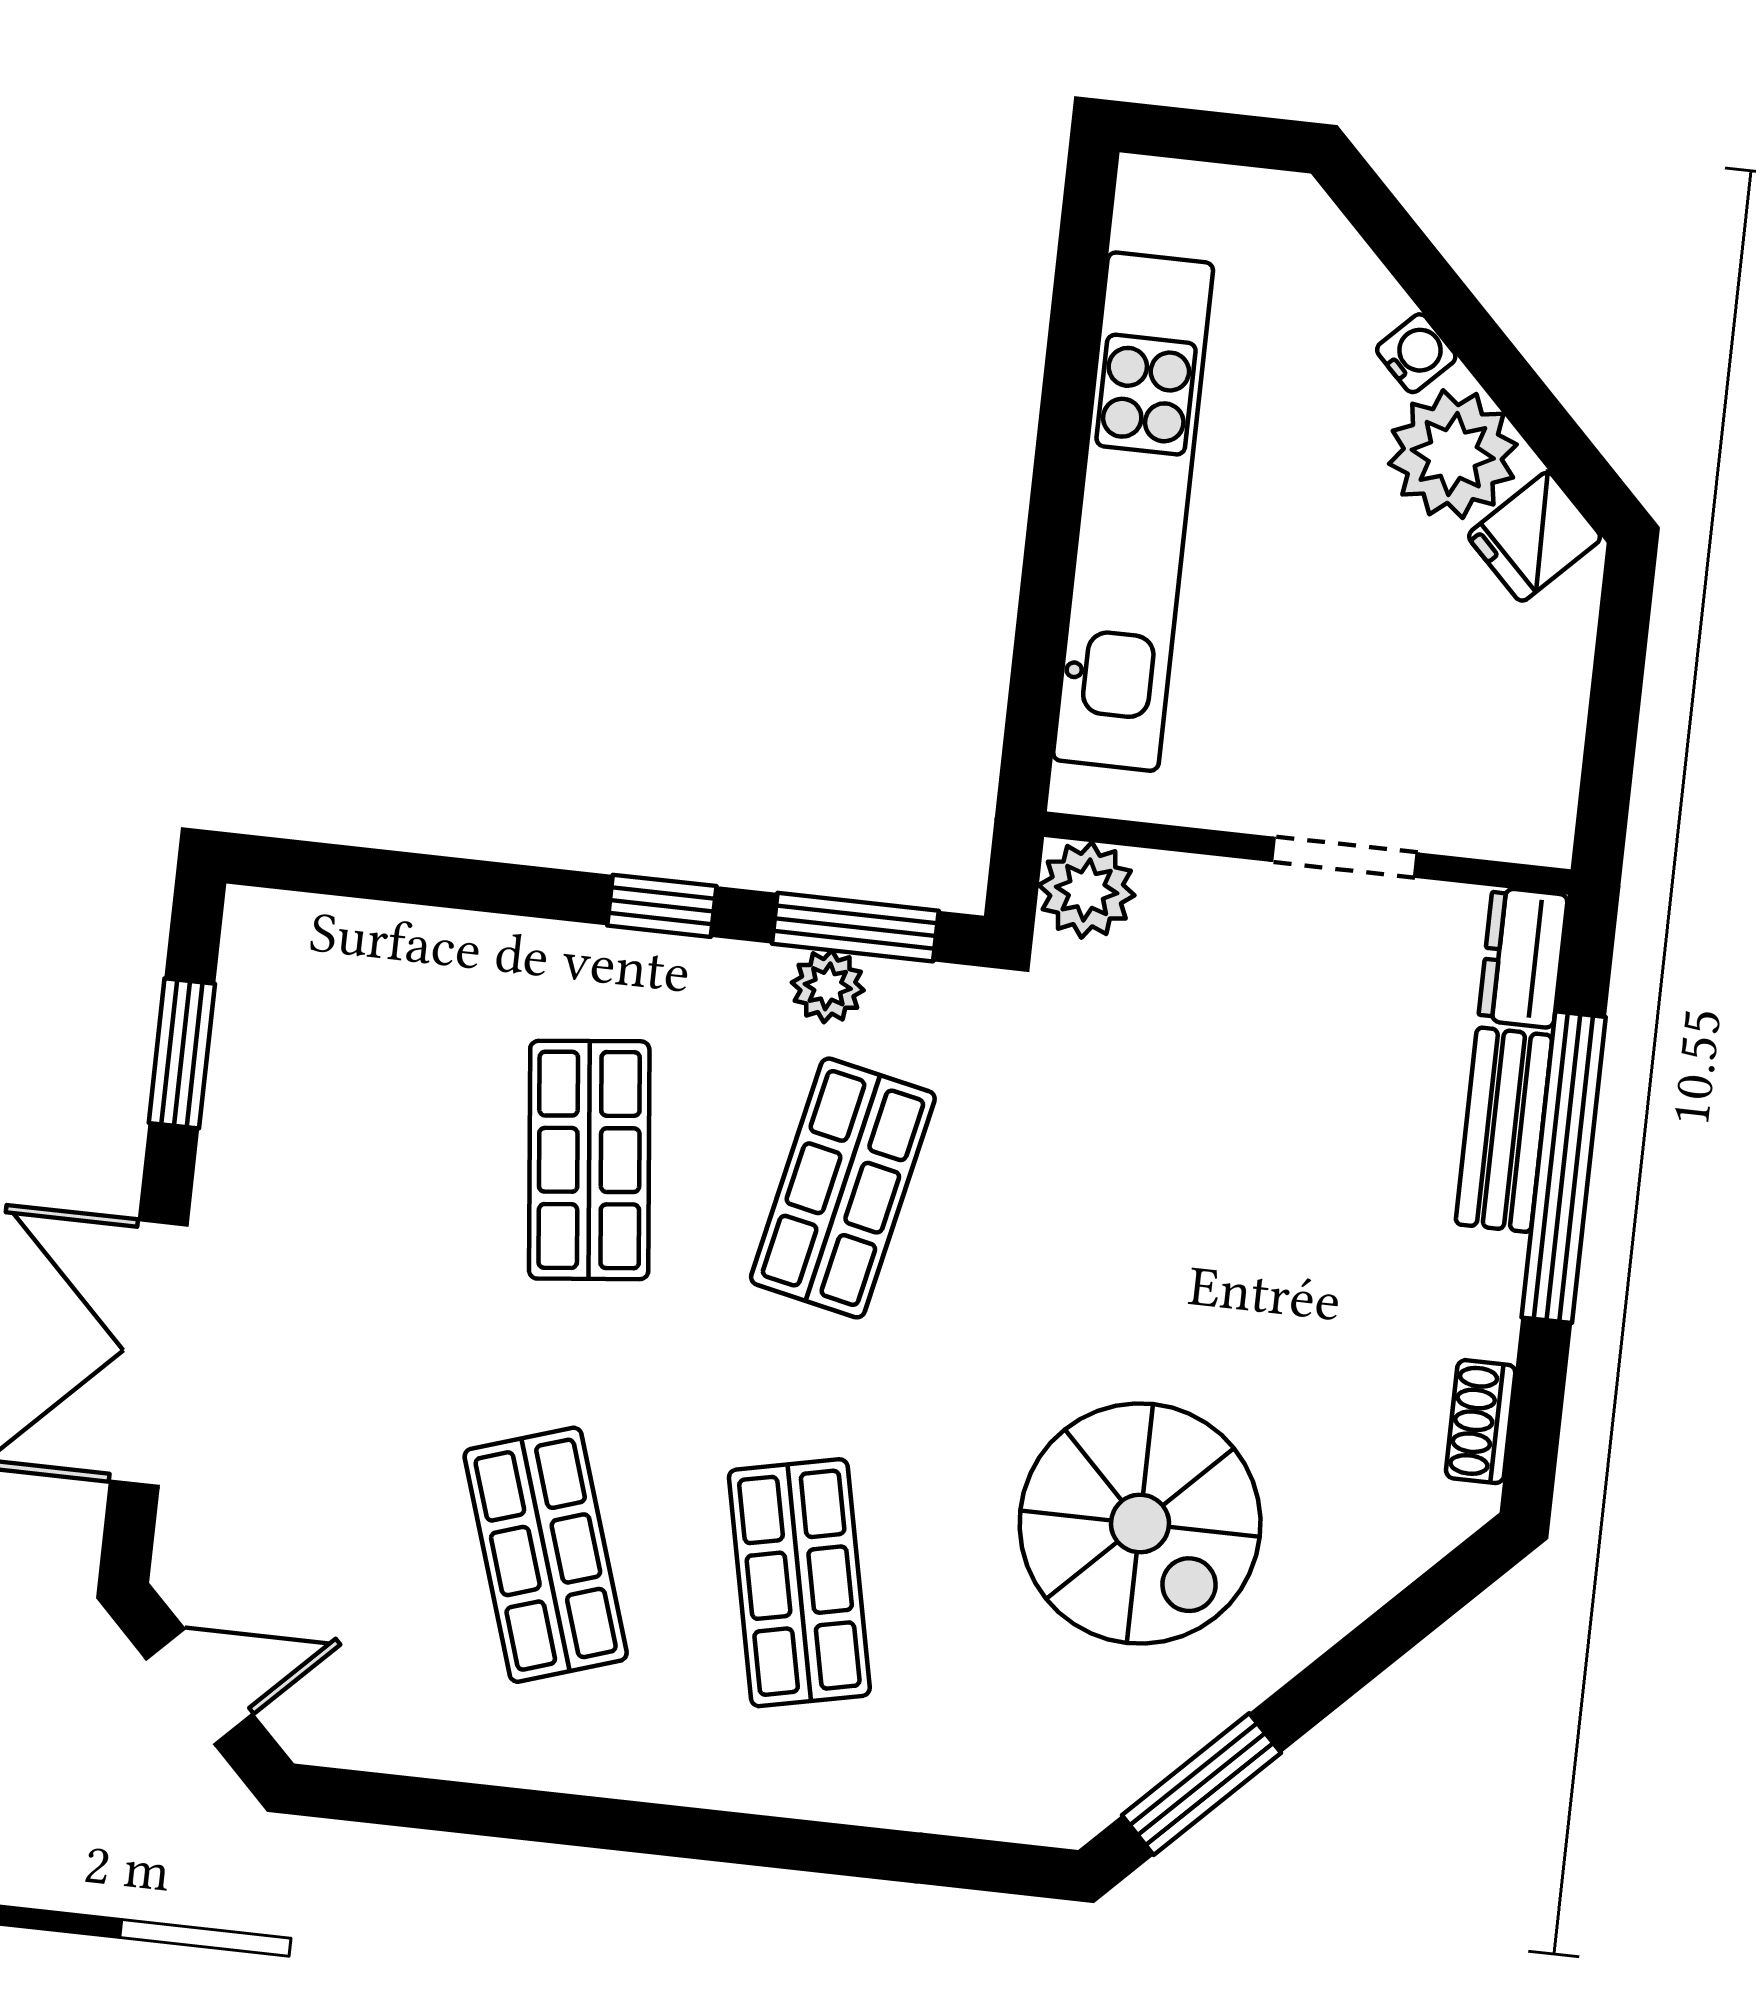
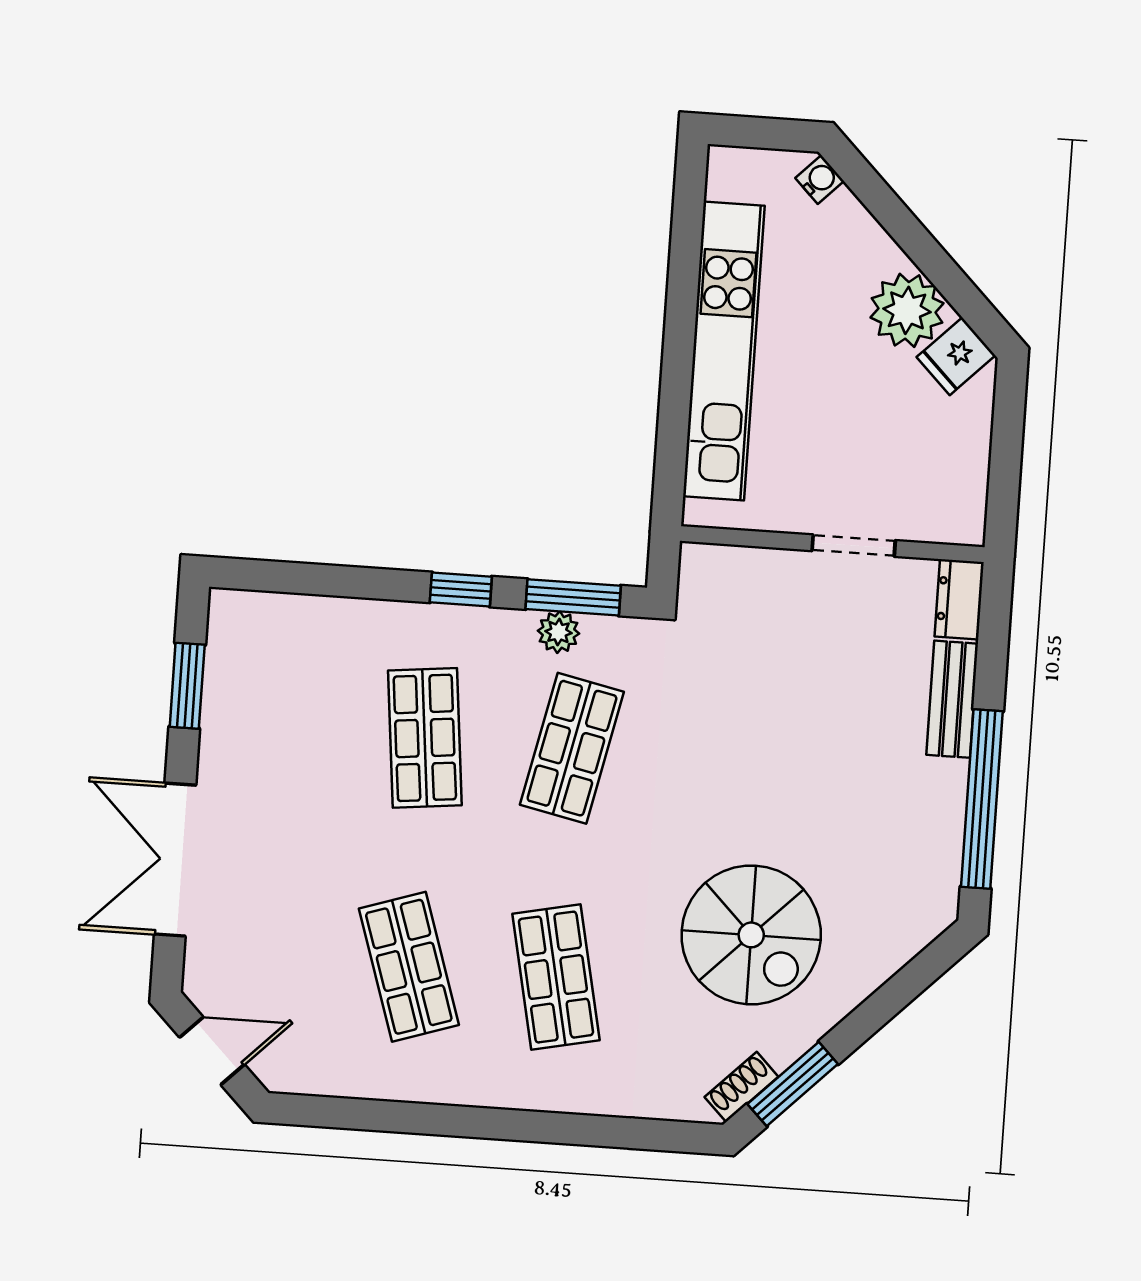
water cooler: (1416, 353) -> (820, 179), moved
plant: (1087, 890) -> (706, 571), removed
window: (1564, 1167) -> (982, 799), moved
shoe rack: (1481, 1422) -> (741, 1087), moved, turned 45

